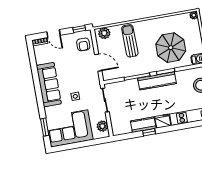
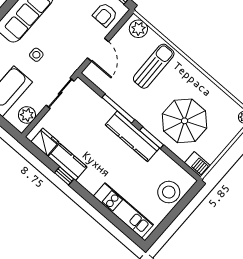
fridge: (163, 121) -> (45, 142), moved

